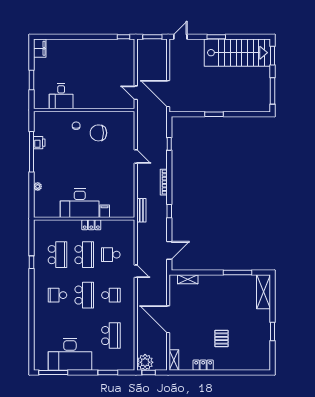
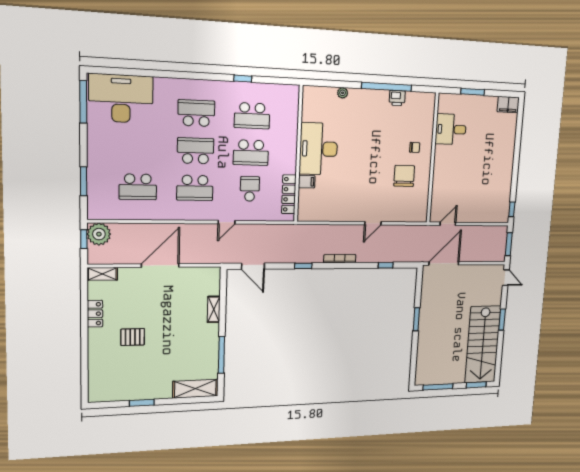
bench: (141, 210) -> (306, 230), removed
locker: (91, 225) -> (289, 194), moved, width x1.53
shelving: (188, 279) -> (214, 309), moved
school desk: (57, 295) -> (196, 113), width x1.85
school desk: (84, 295) -> (196, 151), turned 180
school desk: (111, 295) -> (195, 188), width x1.85
desk: (70, 354) -> (121, 99), moved, turned 90

